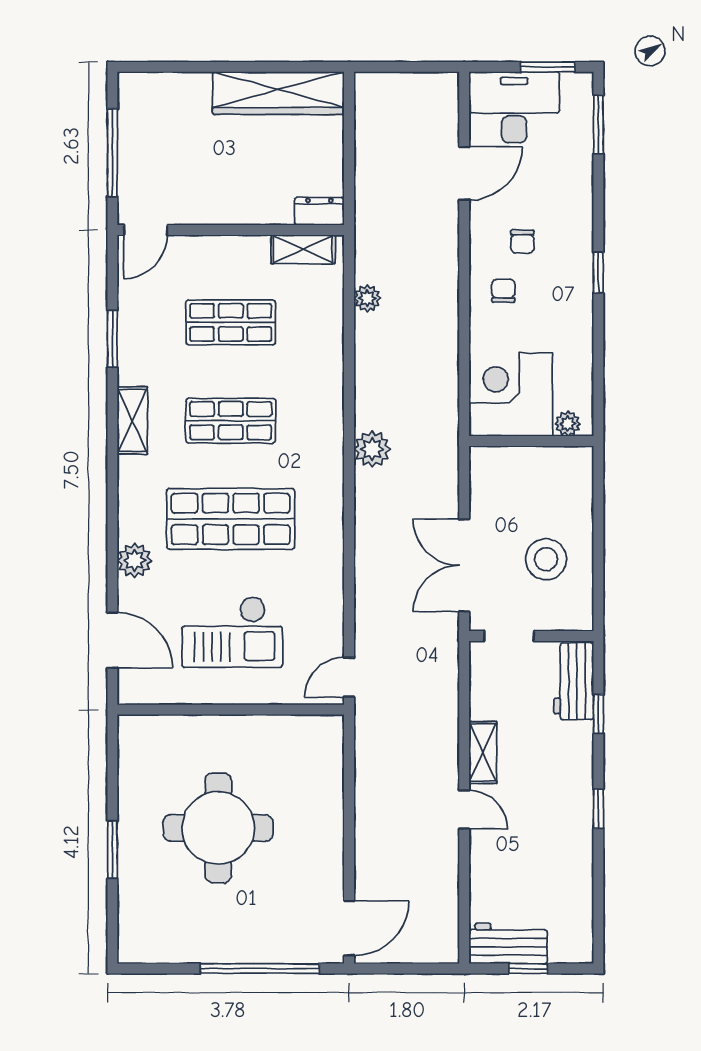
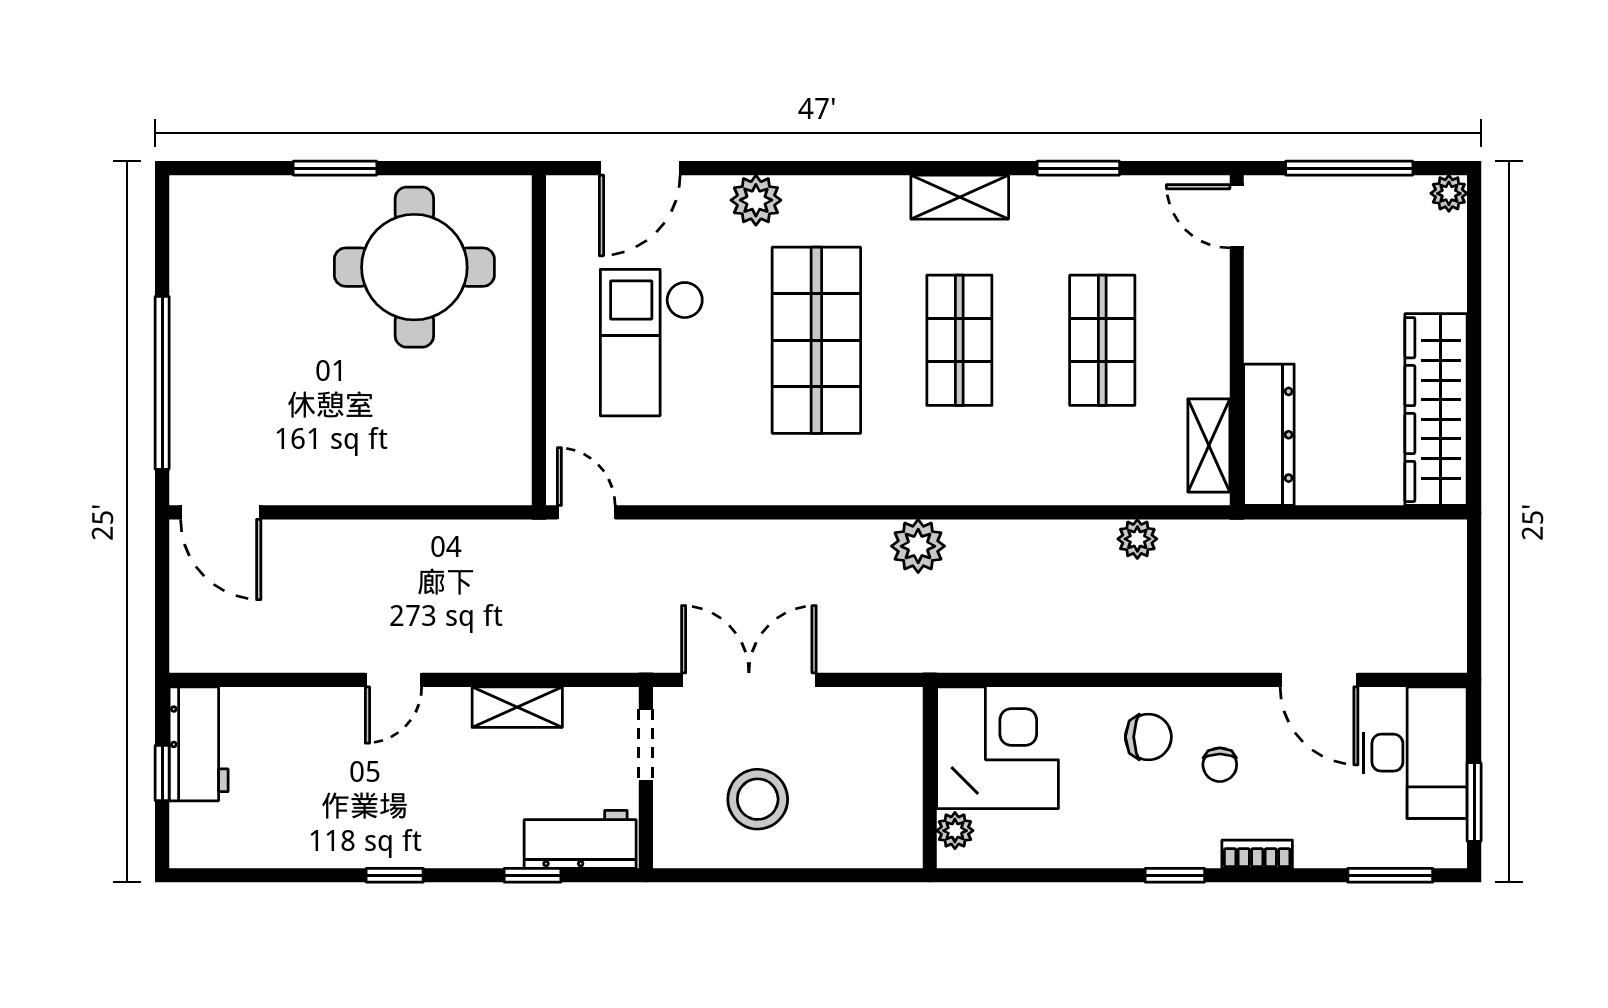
plant: (130, 84) -> (1449, 193), added
dresser: (319, 211) -> (1269, 435), width x1.96, depth x1.24
bookcase: (584, 216) -> (1257, 854), added
chair: (522, 242) -> (1220, 765), turned -90
chair: (503, 291) -> (1148, 737), width x1.37, depth x1.37
shelving: (483, 752) -> (517, 707), moved
round table: (218, 828) -> (414, 267), moved

